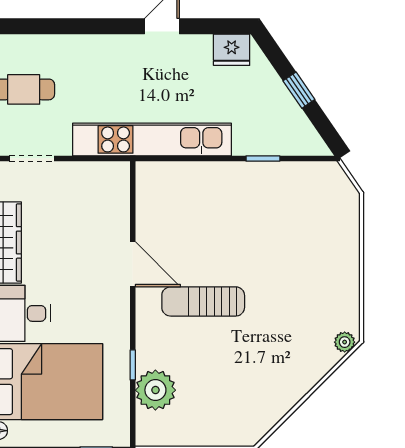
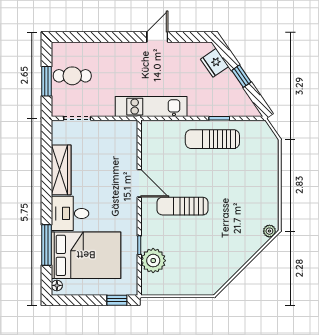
fridge: (232, 50) -> (215, 63), moved, turned 56
kitchen unit: (152, 139) -> (151, 107), width x0.73
sun lounger: (252, 192) -> (212, 139), added

